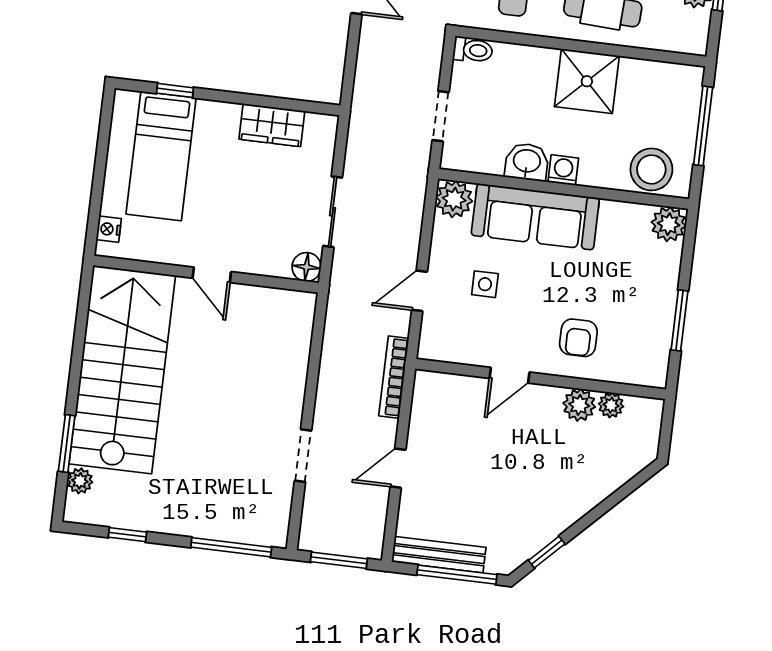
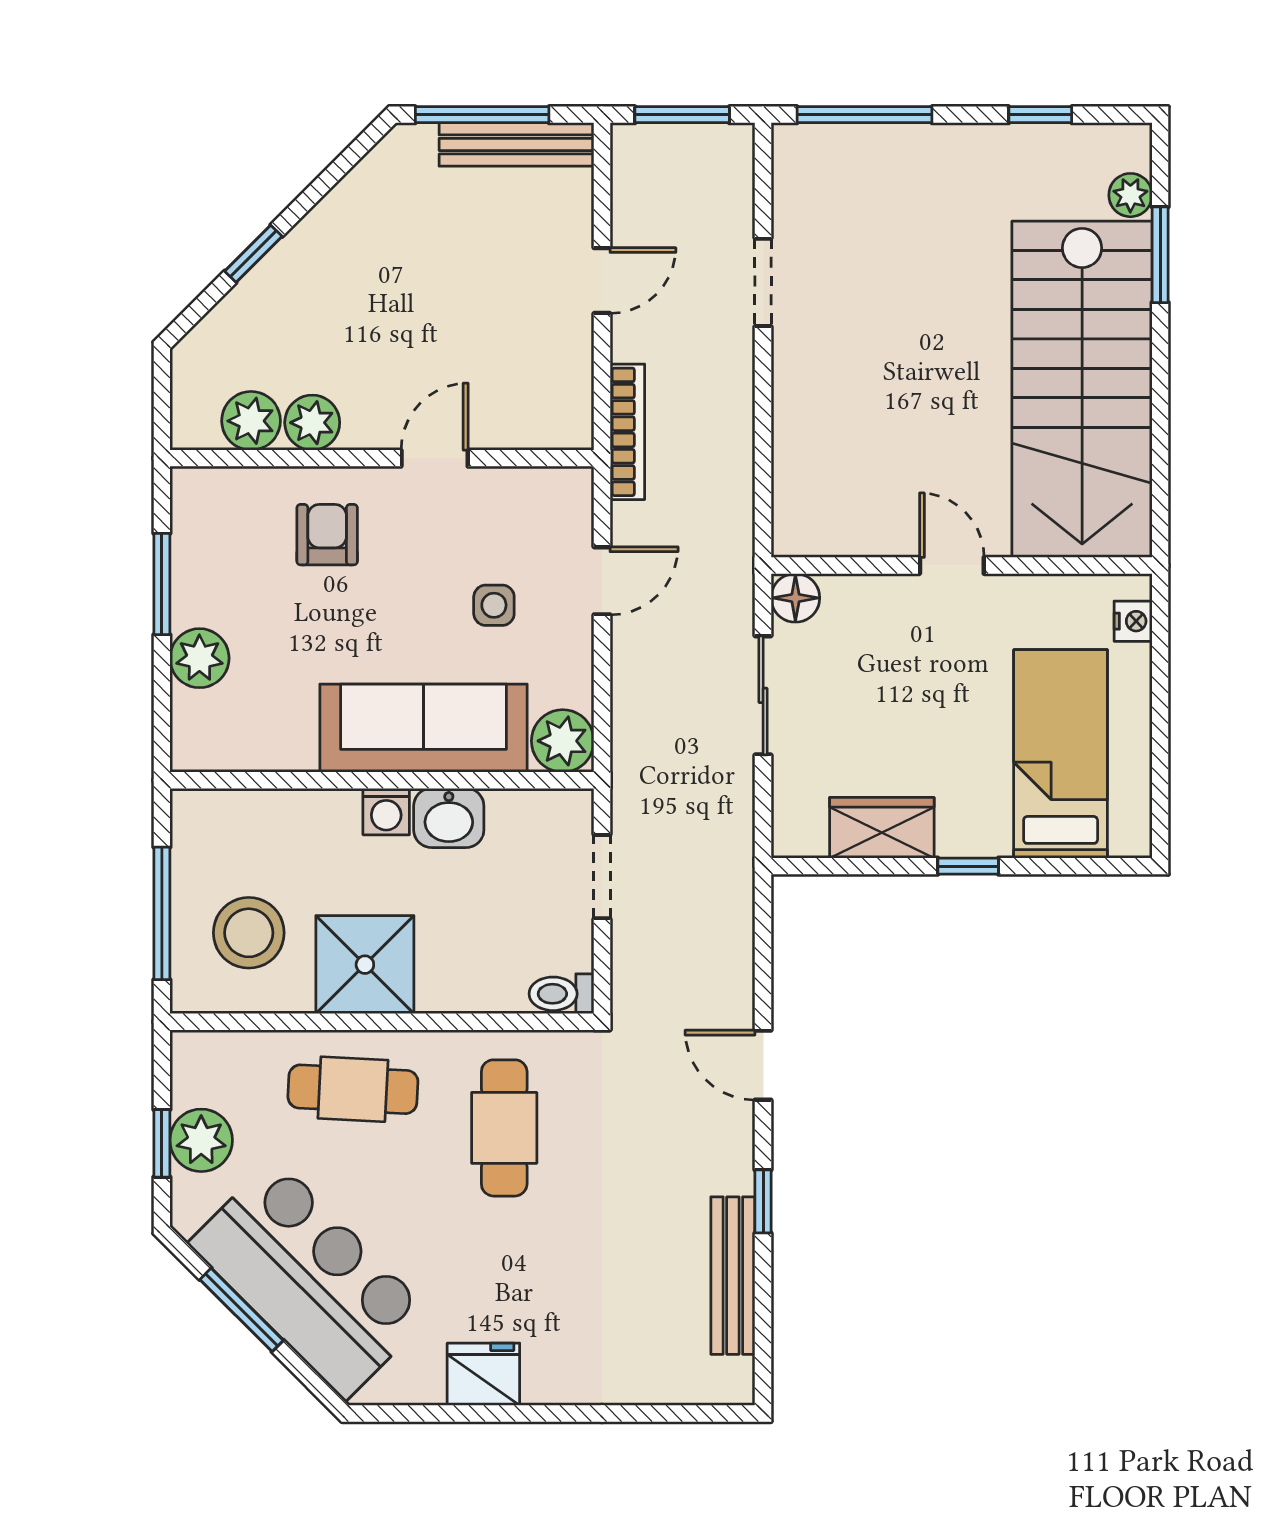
window: (175, 90) -> (968, 866), moved
stool: (651, 169) -> (249, 933), moved
plant: (669, 224) -> (199, 658), moved
plant: (611, 405) -> (251, 421), width x1.38, depth x1.38
window: (547, 552) -> (253, 254), moved

